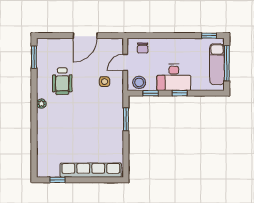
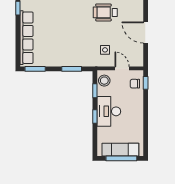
window: (209, 36) -> (146, 83), moved
window: (126, 161) -> (35, 69), added

